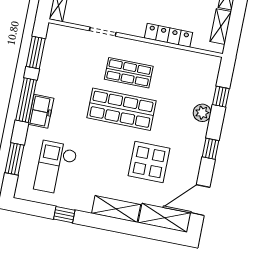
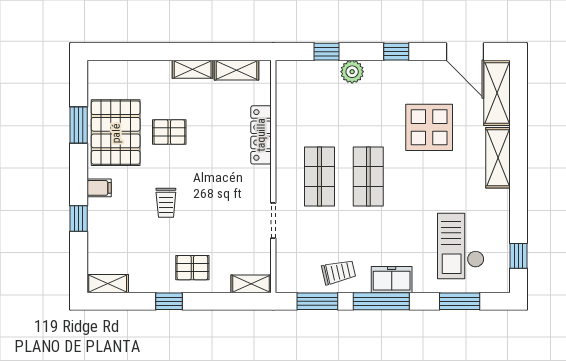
trolley: (54, 73) -> (339, 272), added
shop shelf: (121, 109) -> (368, 176), width x0.70, depth x0.74
checkout: (56, 168) -> (461, 246), turned 90
window: (64, 215) -> (519, 256), moved

